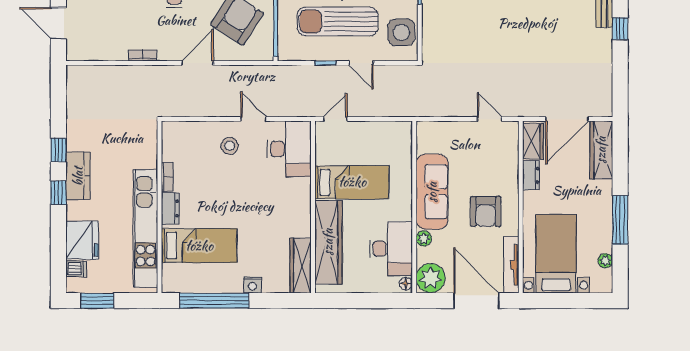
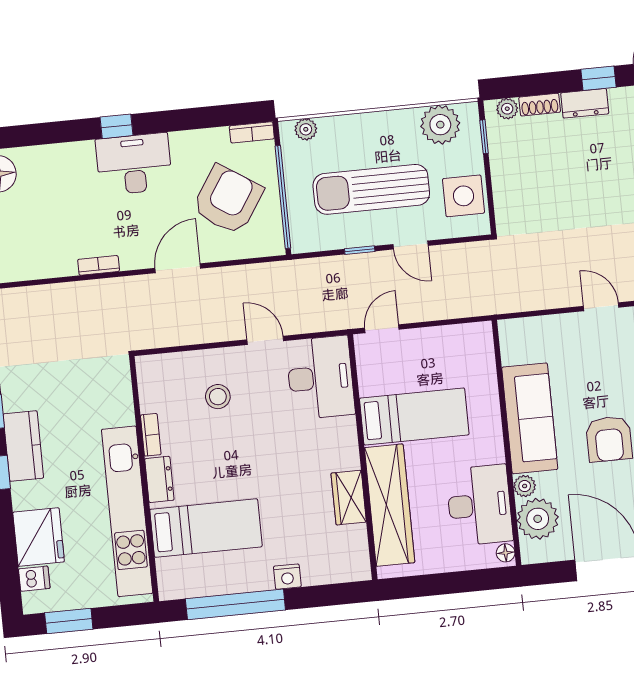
stool: (230, 146) -> (218, 397), moved
wardrobe: (301, 266) -> (349, 498), moved, width x0.67
plant: (431, 278) -> (538, 519), moved

